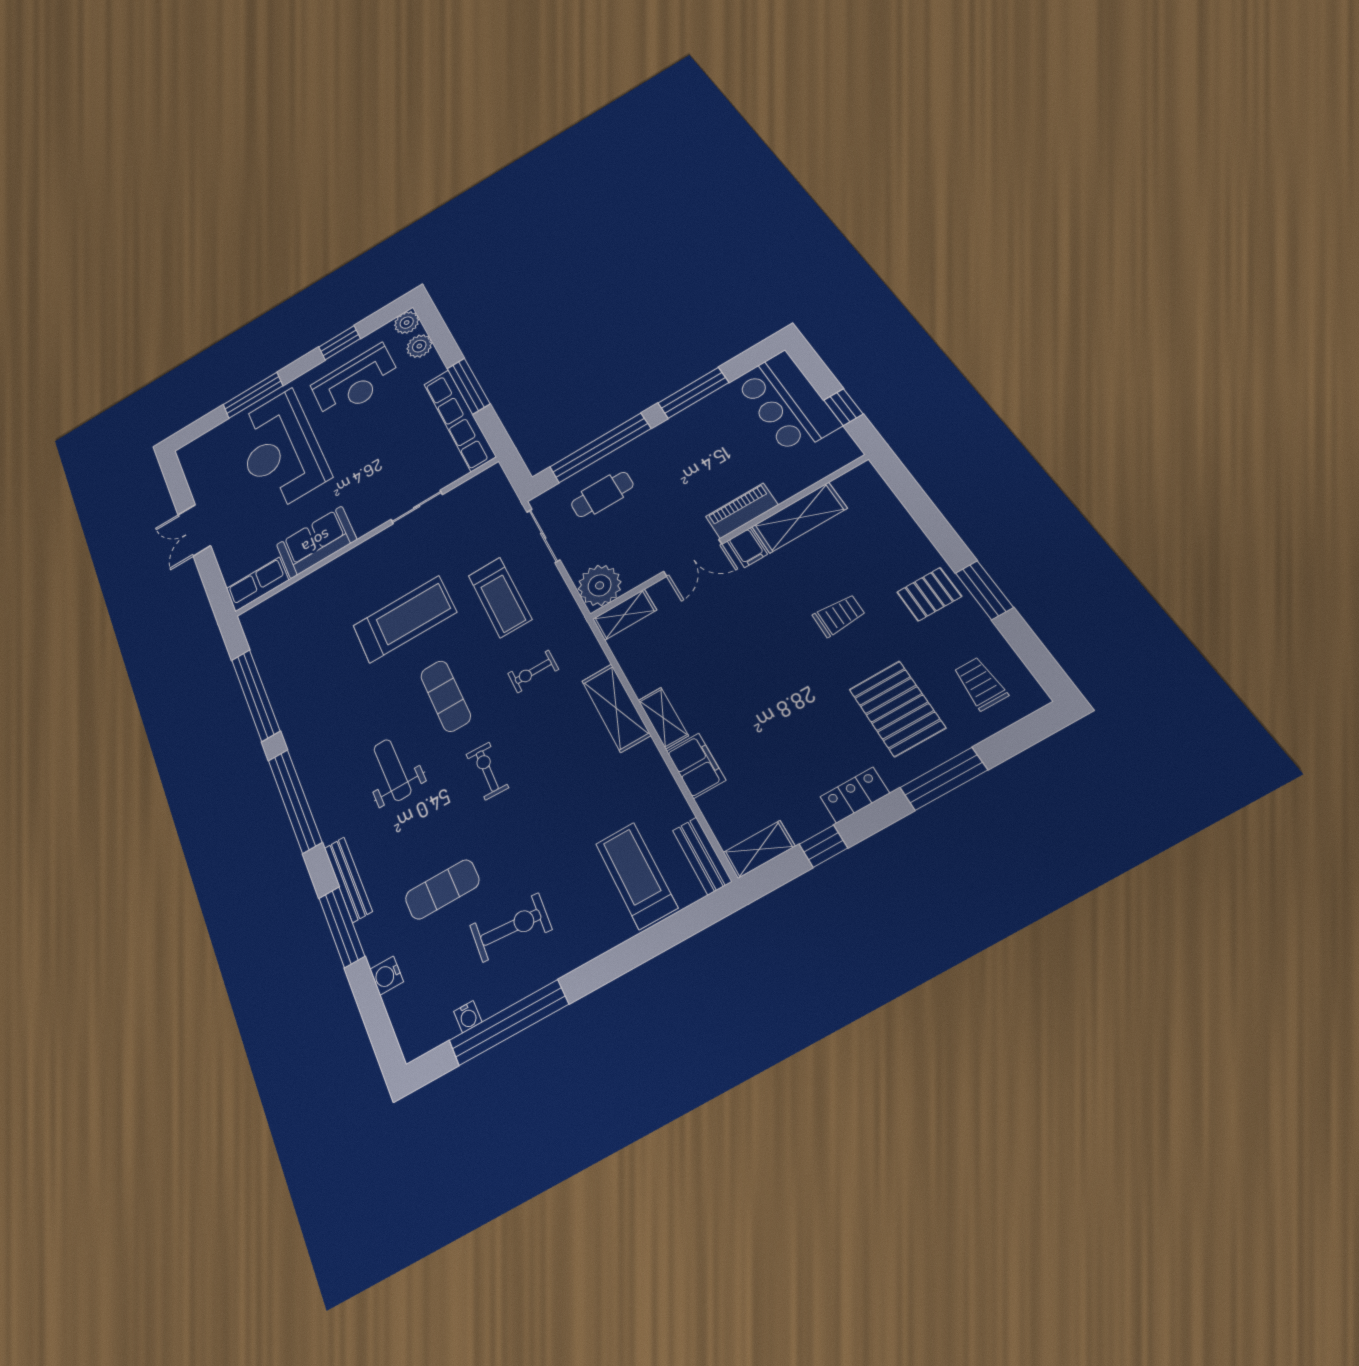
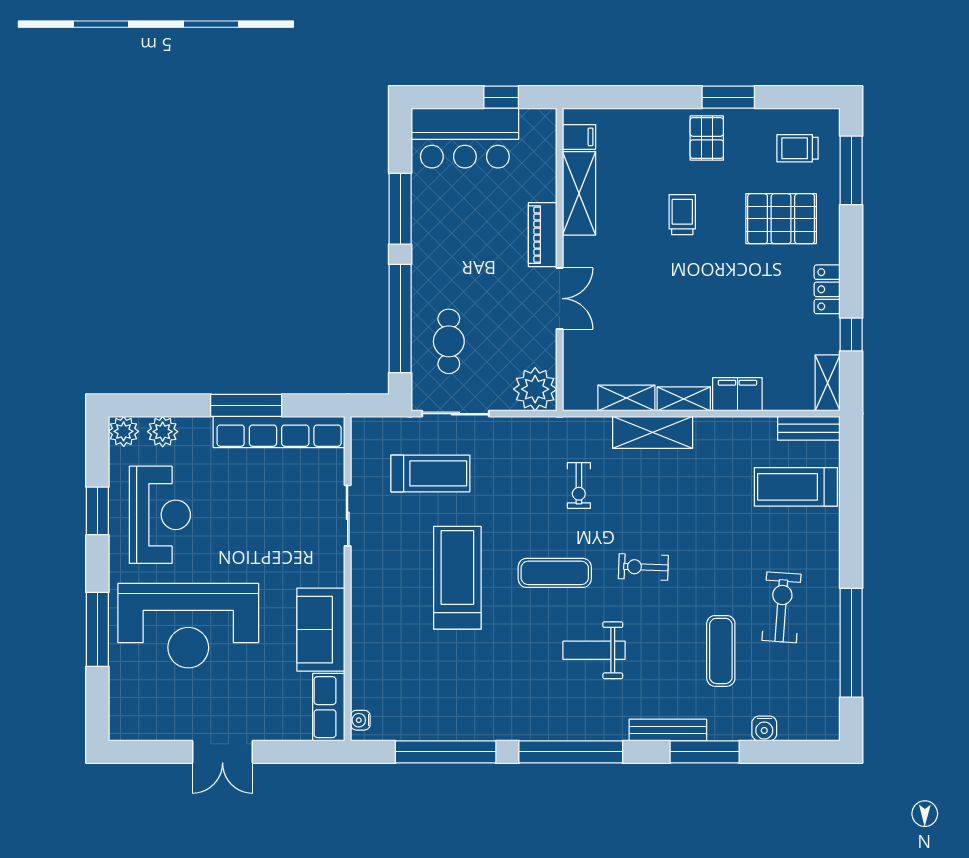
filing cabinet: (747, 548) -> (579, 137), moved
treadmill: (500, 597) -> (430, 473), moved
shelving: (625, 614) -> (626, 398), moved, turned 90
window: (944, 779) -> (851, 170), moved
water cooler: (468, 1017) -> (360, 720), moved, turned 180

